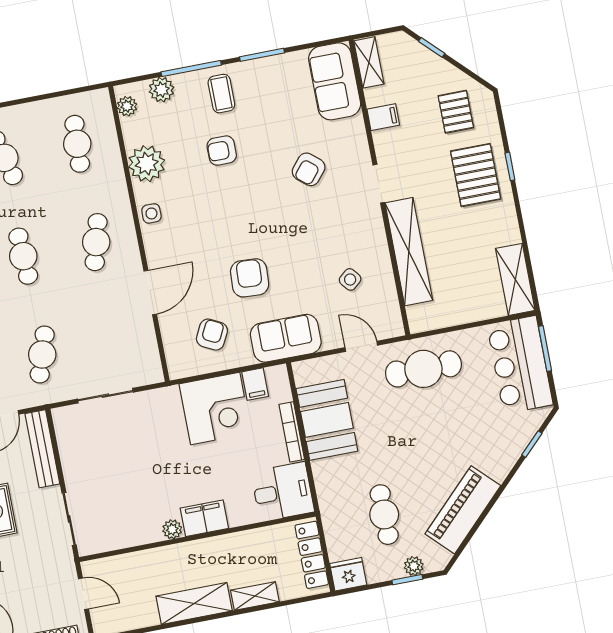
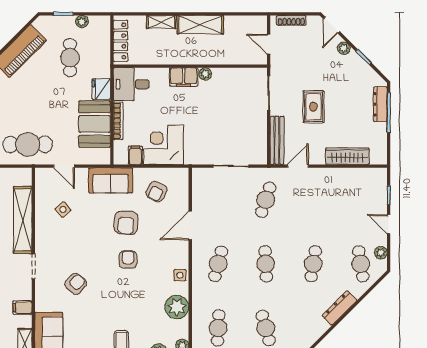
armchair: (222, 151) -> (128, 260), moved, turned -90
plant: (414, 566) -> (82, 22), moved
fridge: (348, 574) -> (101, 89), moved, turned 90

